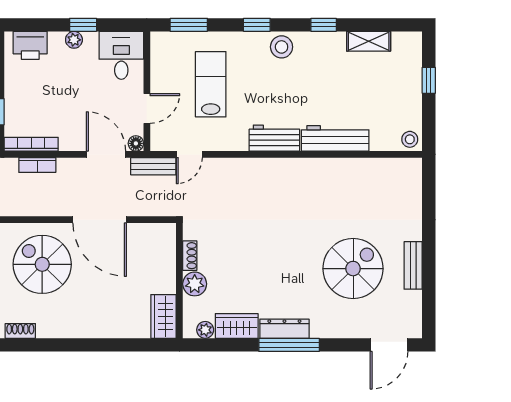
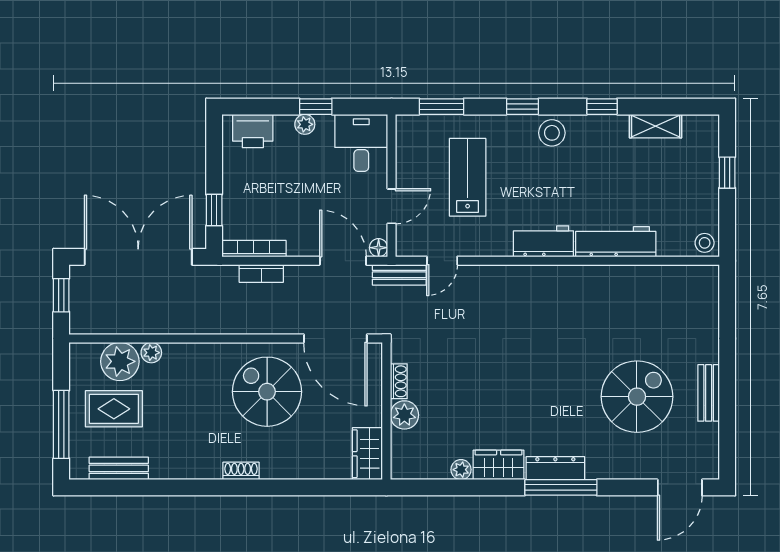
shoe rack: (190, 256) -> (399, 381), moved
wall: (179, 281) -> (386, 411), moved
plant: (195, 284) -> (404, 415), moved
wardrobe: (164, 316) -> (367, 454), moved

